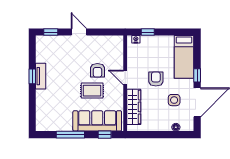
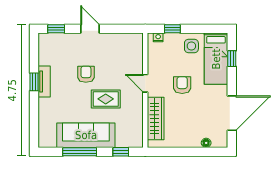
armchair: (97, 70) -> (86, 74), moved, turned 180
window: (197, 75) -> (232, 59), moved
side table: (174, 100) -> (191, 46), moved
sofa: (97, 121) -> (86, 135), moved

